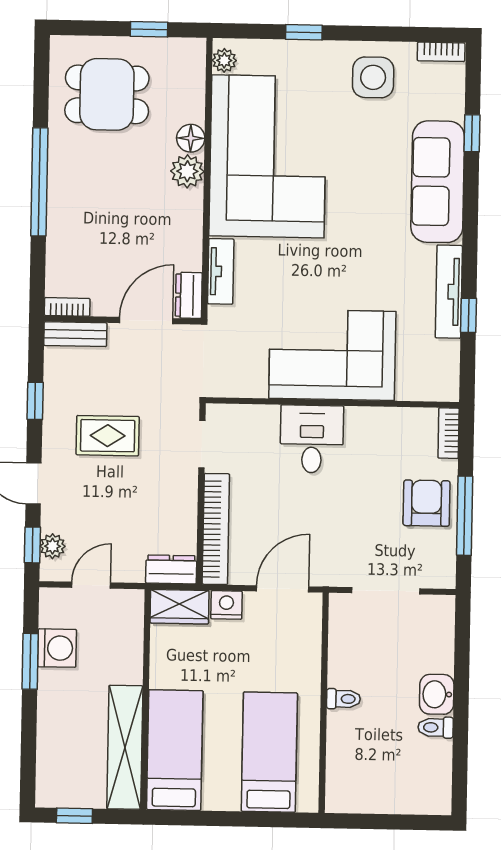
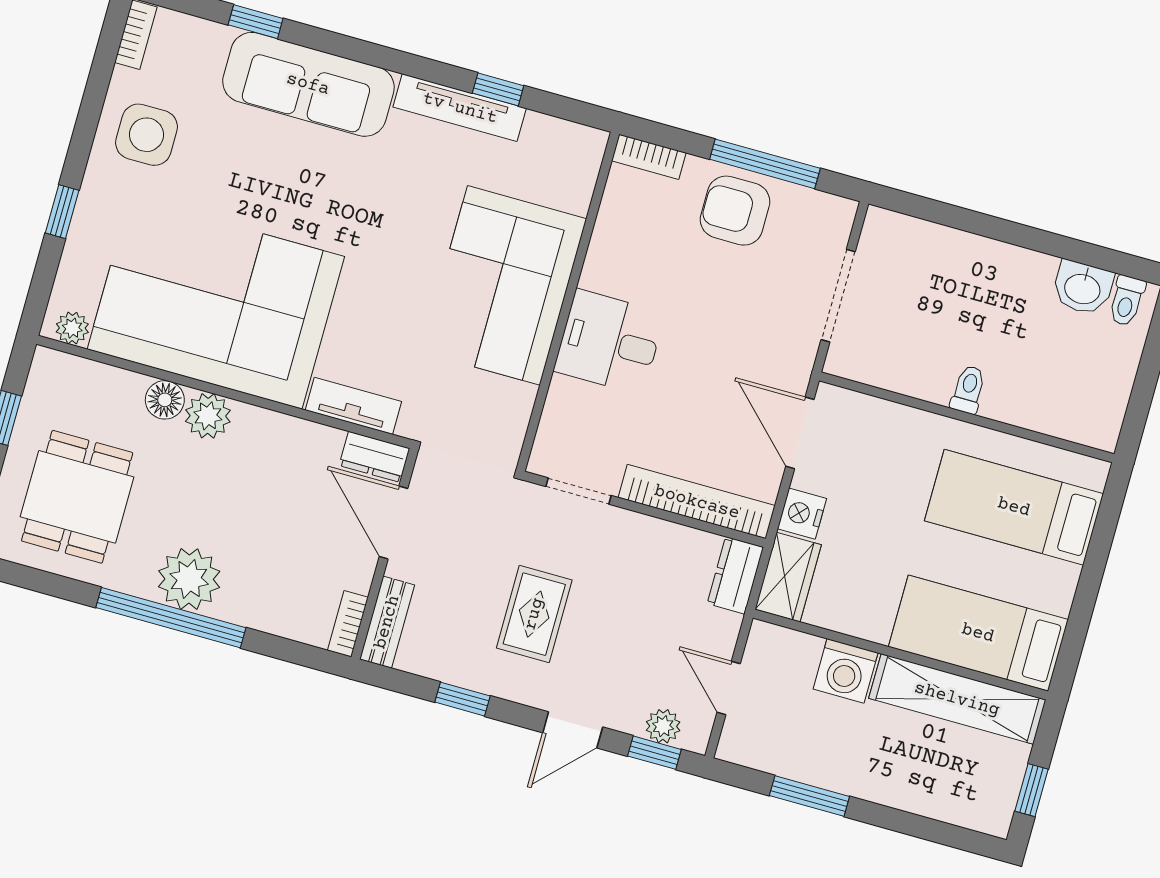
plant: (70, 188) -> (189, 579), added
washing machine: (57, 648) -> (846, 671), moved, turned 180
washbasin: (437, 694) -> (1083, 288), moved
toilet: (436, 727) -> (1127, 301), moved

